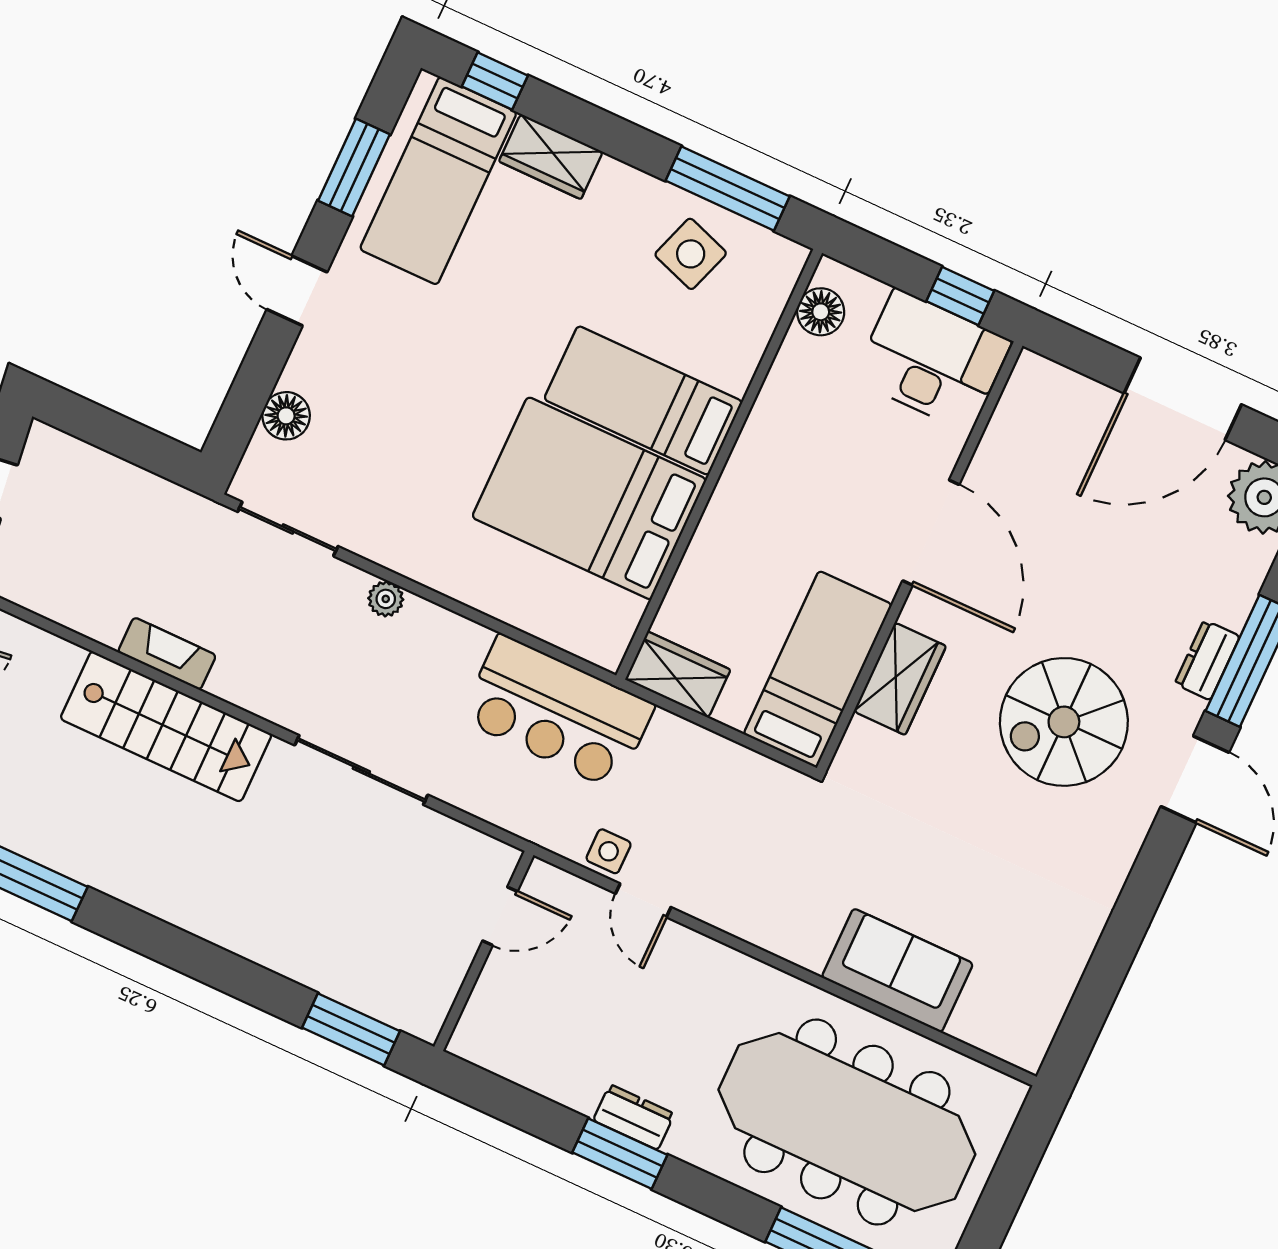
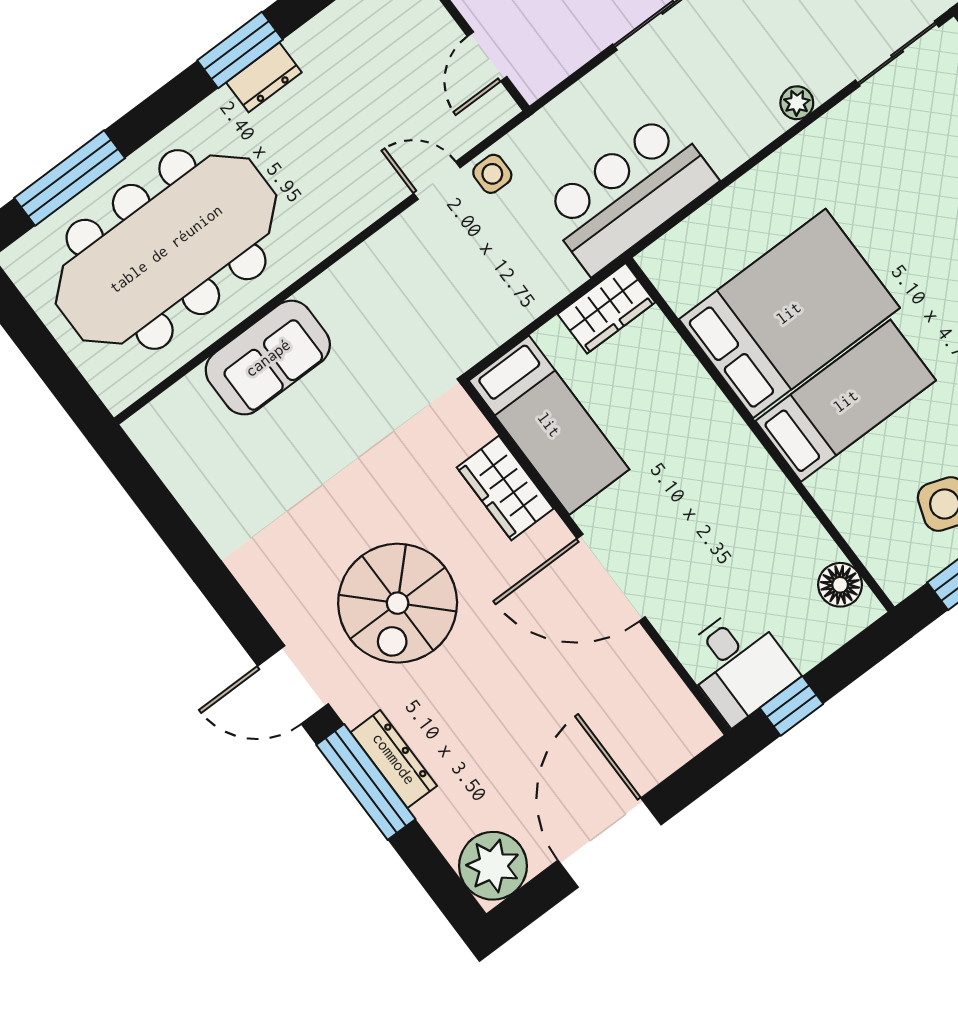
desk: (932, 360) -> (738, 665), width x0.73
dresser: (1207, 660) -> (394, 759), width x1.44
spiral stairs: (1064, 722) -> (398, 603), turned 180

